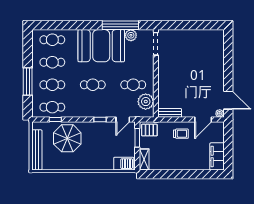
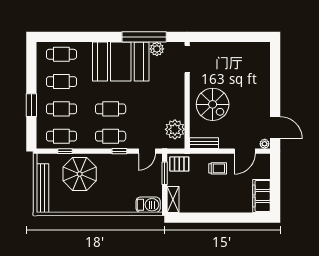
spiral stairs: (177, 81) -> (213, 104), added
window: (28, 82) -> (31, 105), width x0.69
cafe table: (133, 85) -> (111, 136), moved

